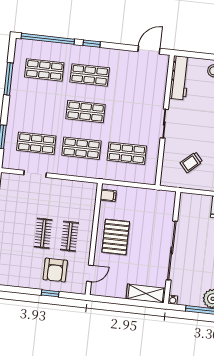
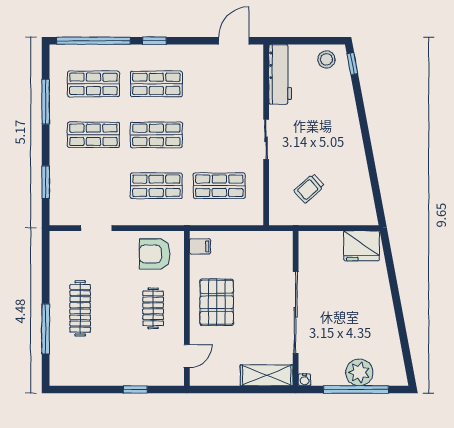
shop shelf: (36, 143) -> (93, 135), moved
clothes rail: (43, 233) -> (80, 308), moved, width x1.36
armchair: (55, 270) -> (155, 254), moved, turned 90

